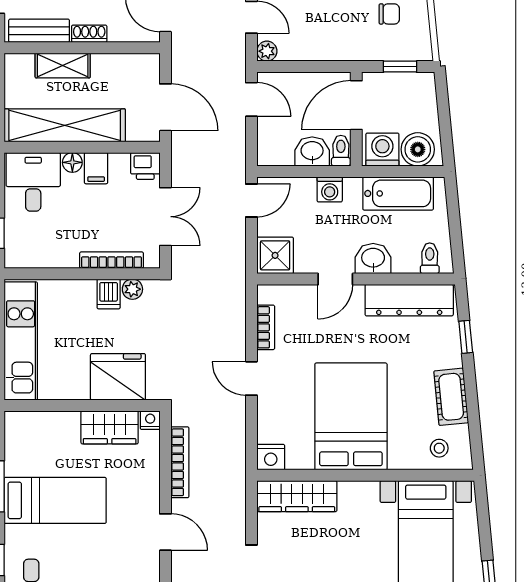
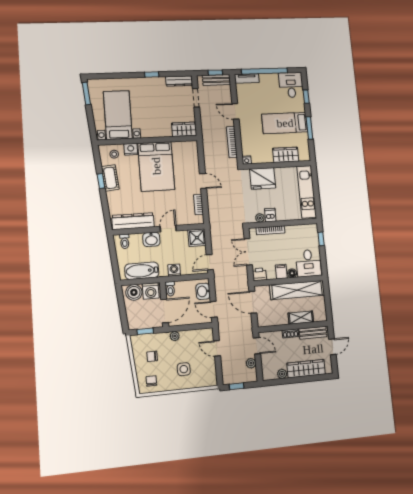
plant: (267, 51) -> (175, 336), moved
washbasin: (312, 151) -> (203, 291), moved, turned 90
window: (466, 337) -> (101, 181), moved
wardrobe: (110, 427) -> (286, 155), moved
nightstand: (271, 457) -> (131, 149), moved
wardrobe: (297, 496) -> (184, 129), width x0.67

